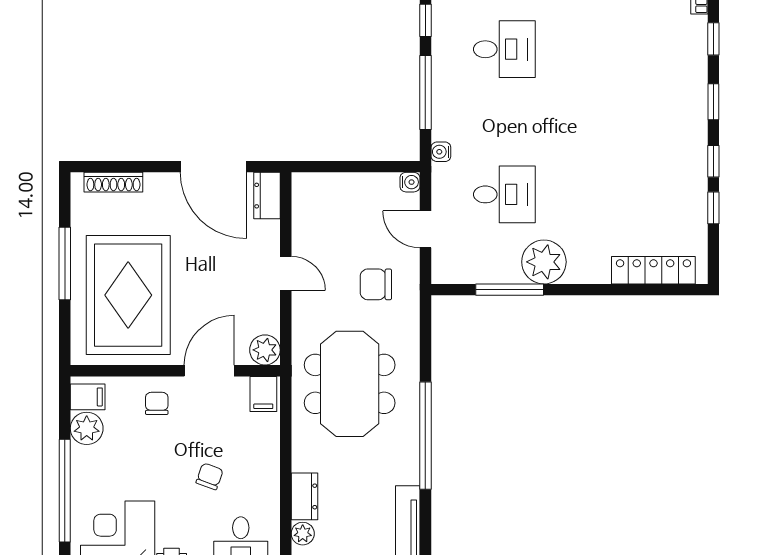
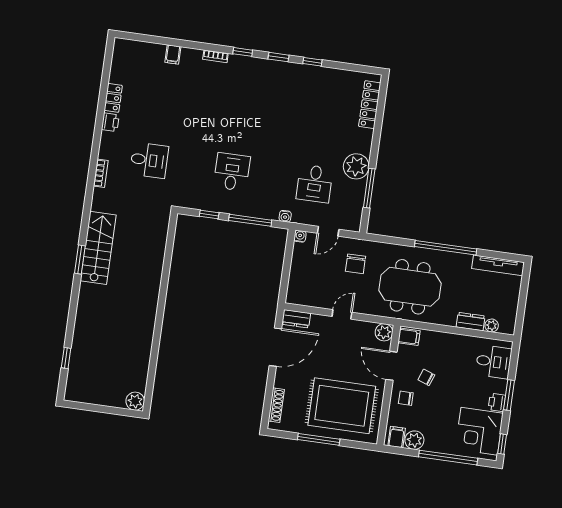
desk: (504, 194) -> (315, 184), turned 180
window: (713, 208) -> (339, 66), removed
chair: (210, 476) -> (426, 377), moved

